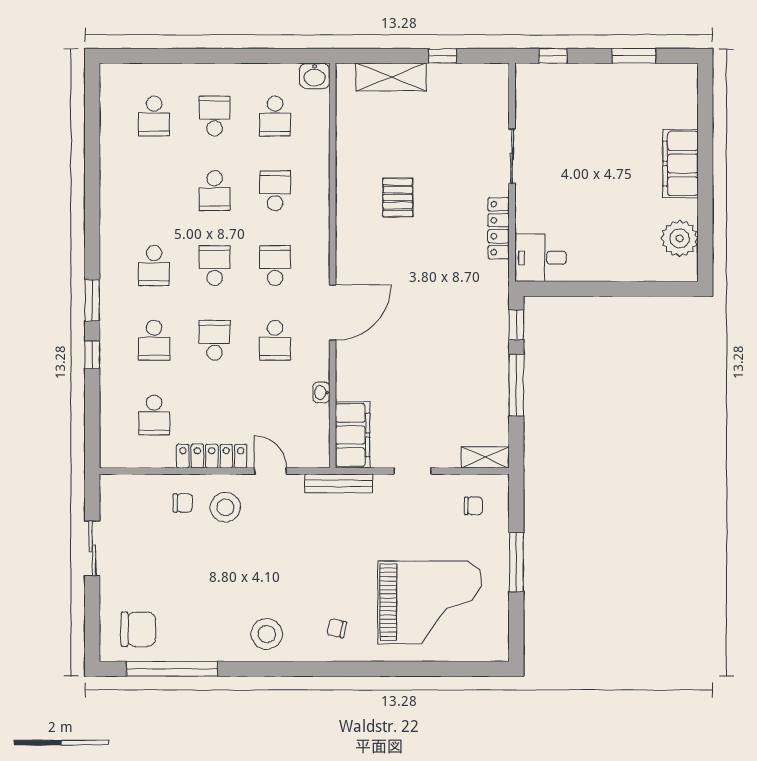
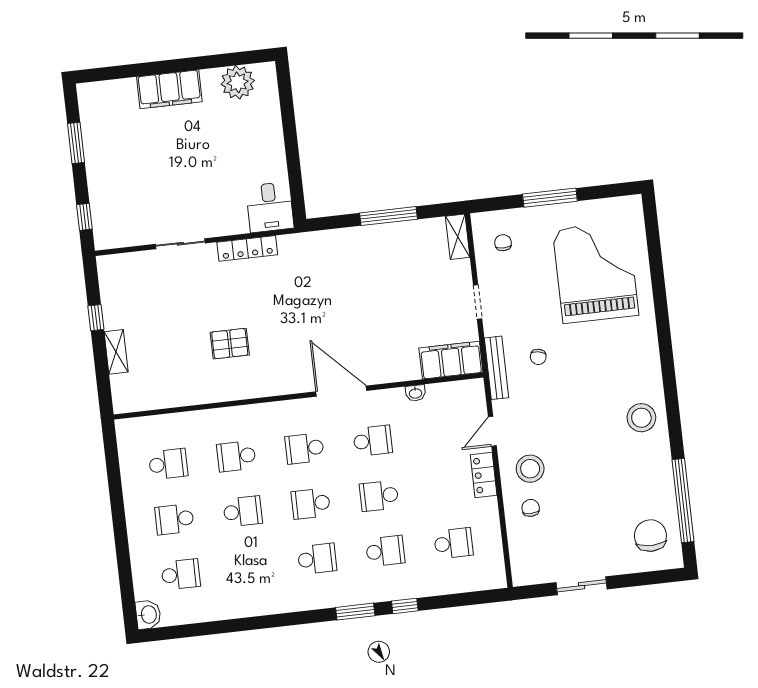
washbasin: (315, 76) -> (148, 615), moved
shelving: (391, 77) -> (116, 352), width x0.67, depth x0.75
window: (516, 325) -> (333, 222), removed
locker: (212, 456) -> (484, 475), width x0.66
chair: (337, 628) -> (538, 357), moved

